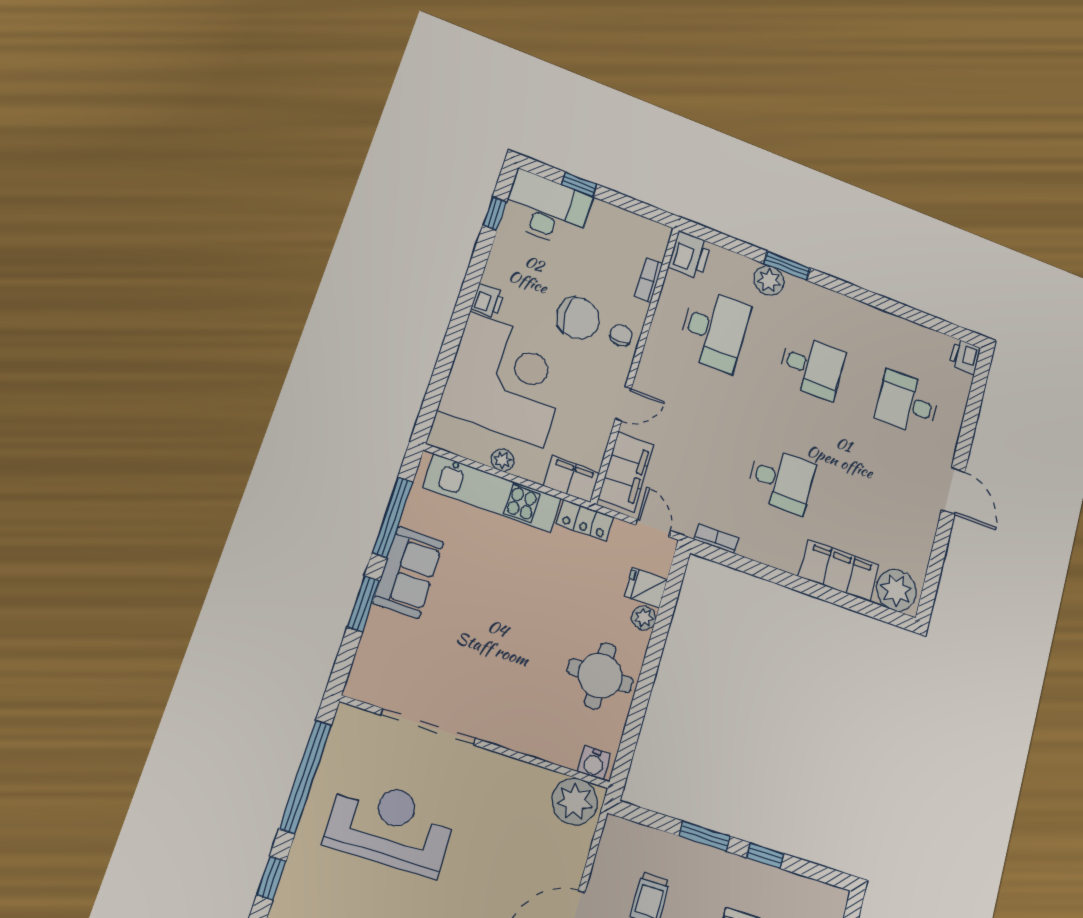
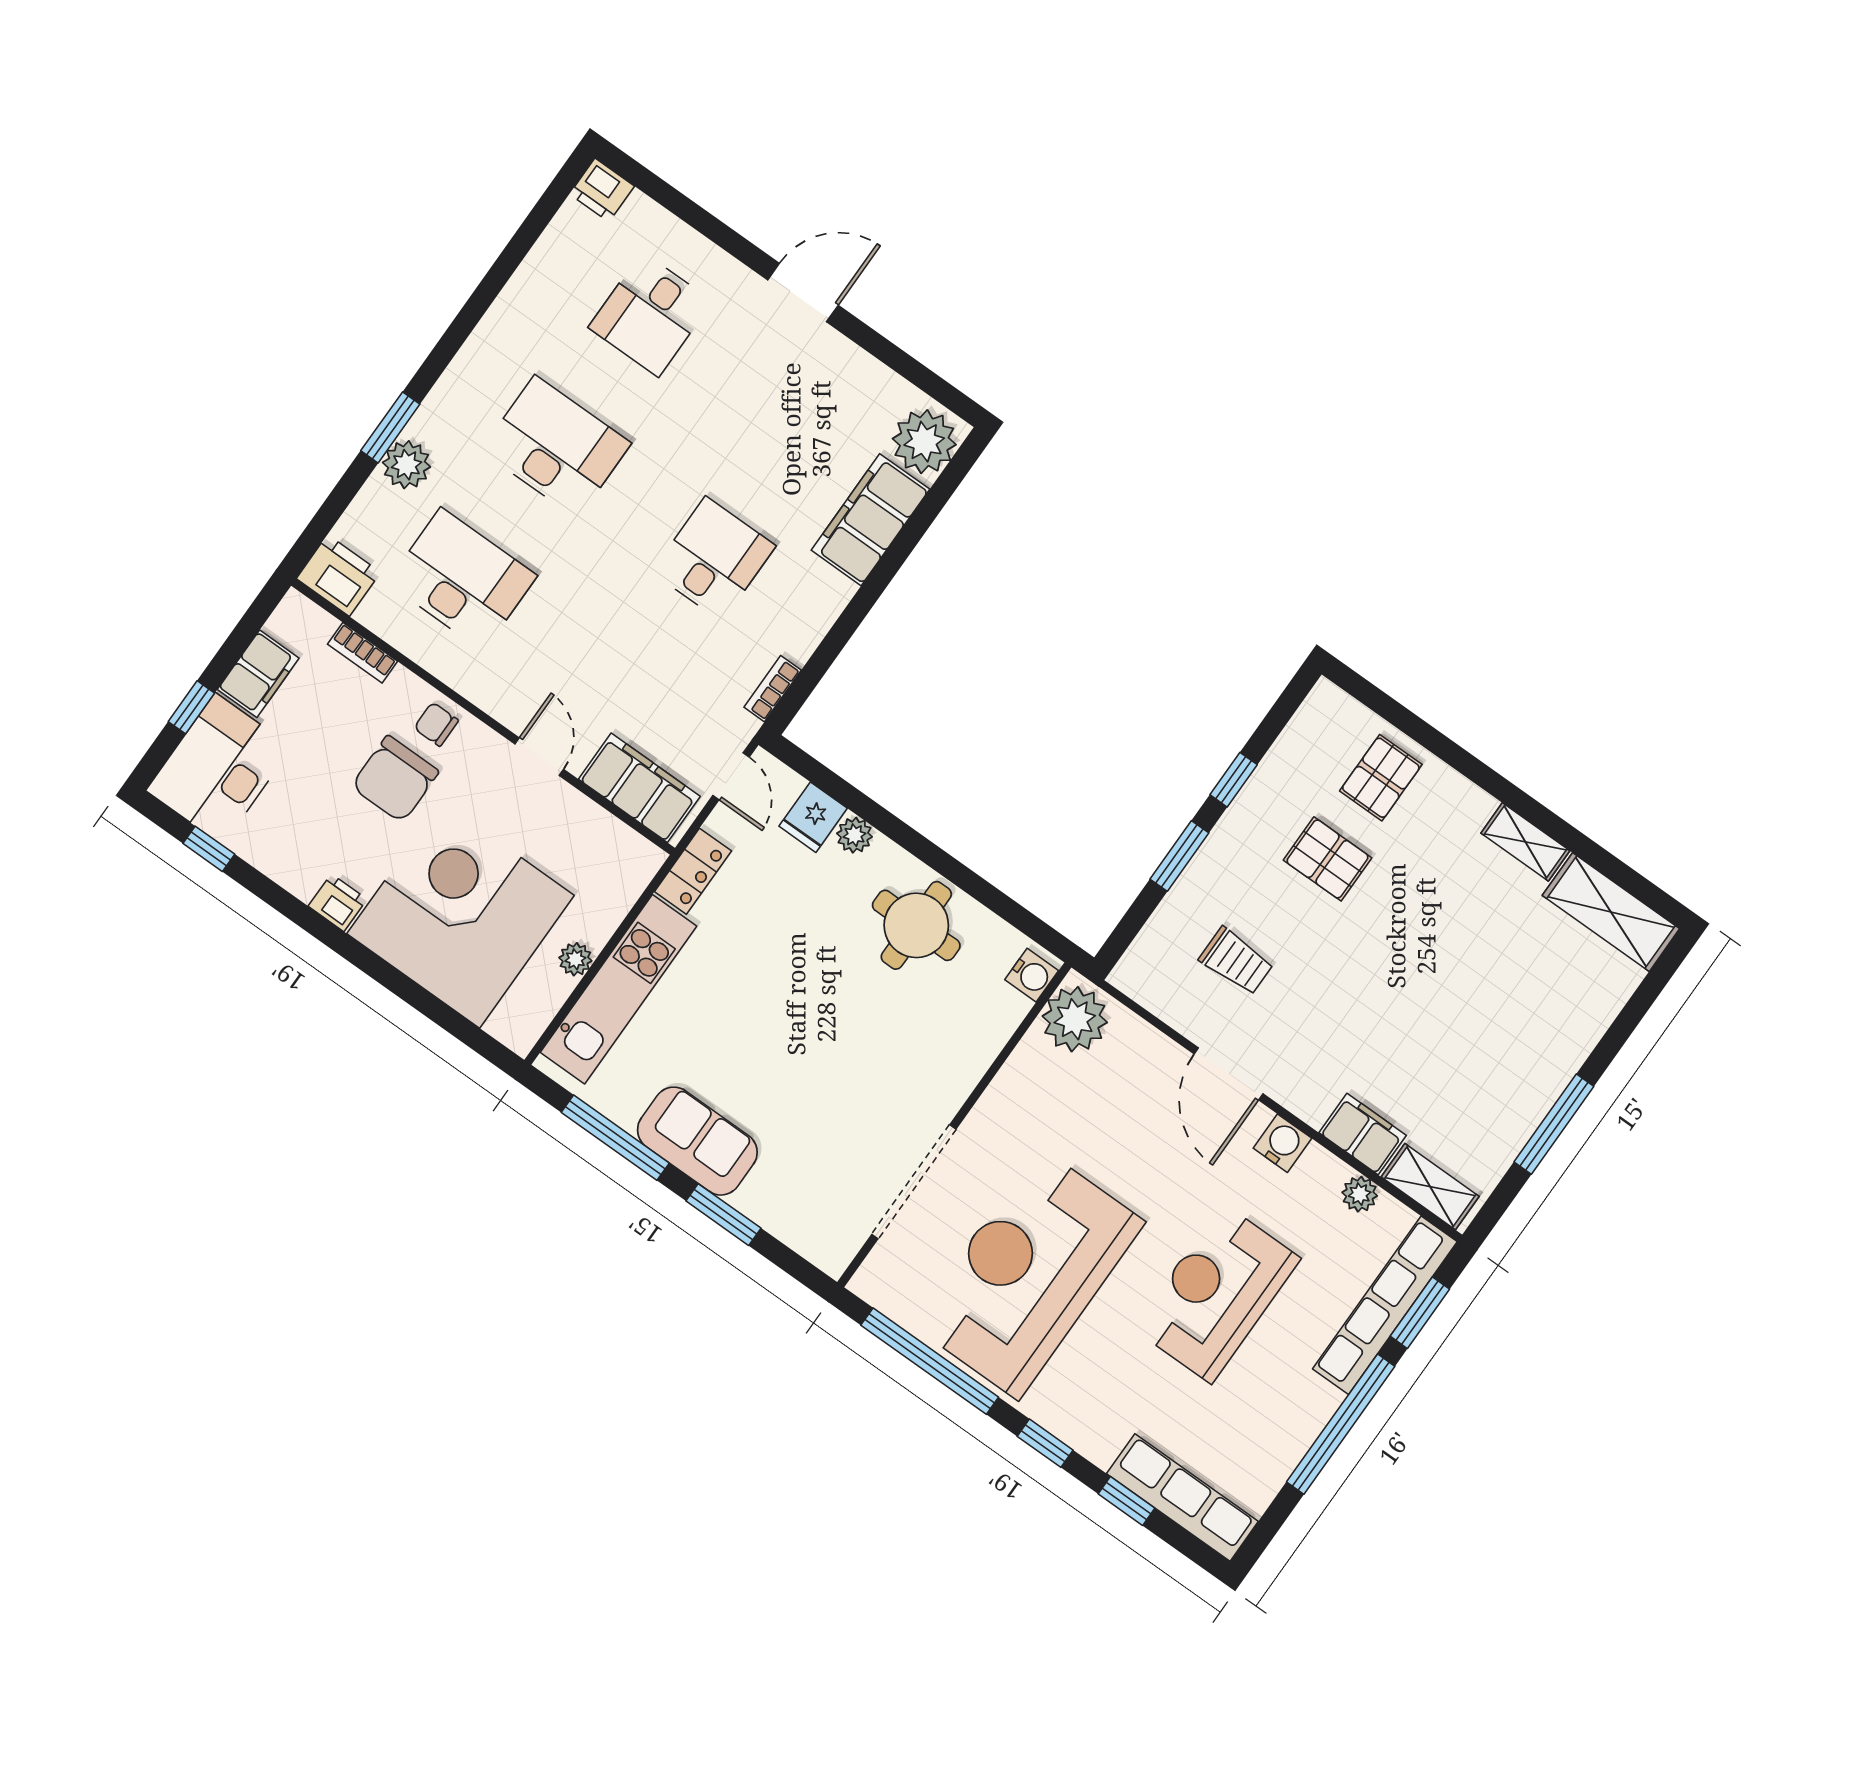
chair: (578, 318) -> (395, 779), turned 180
desk: (812, 367) -> (556, 447), width x1.37
filing cabinet: (571, 479) -> (258, 674), moved, turned 180
door: (653, 528) -> (731, 776), swing flipped
reception desk: (390, 826) -> (1029, 1273), width x1.36, depth x1.30

